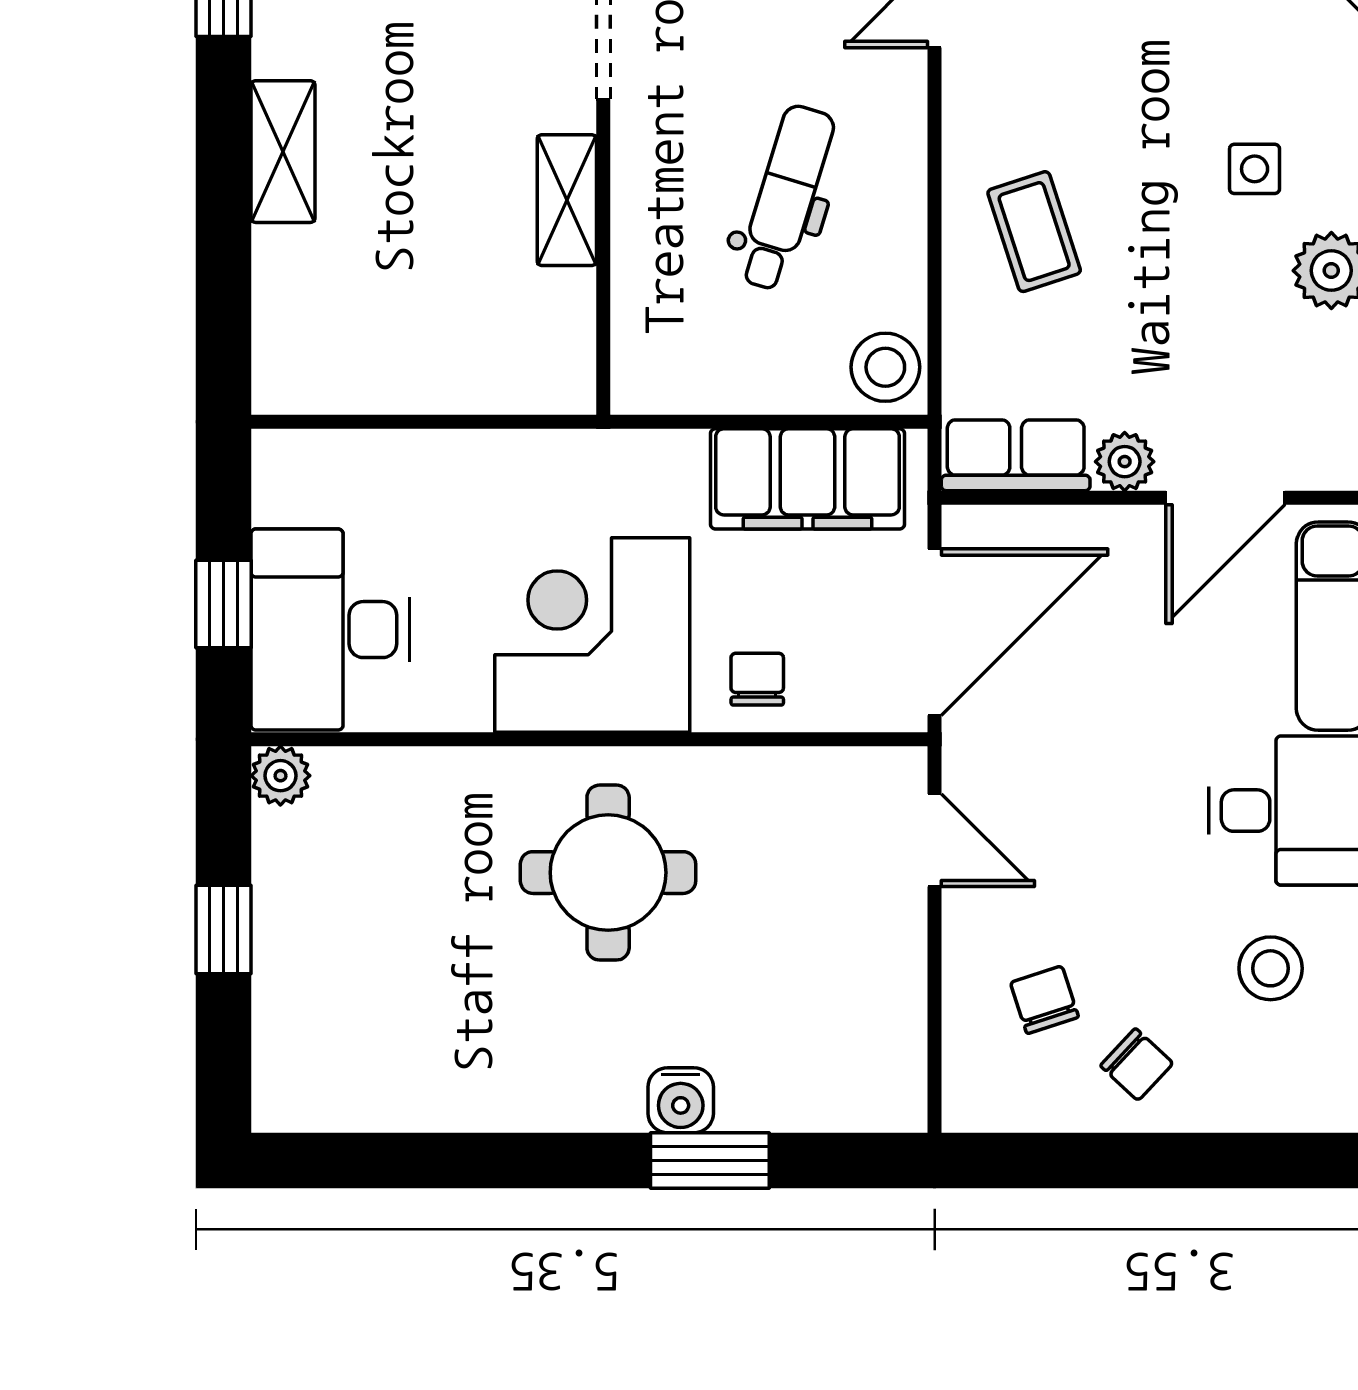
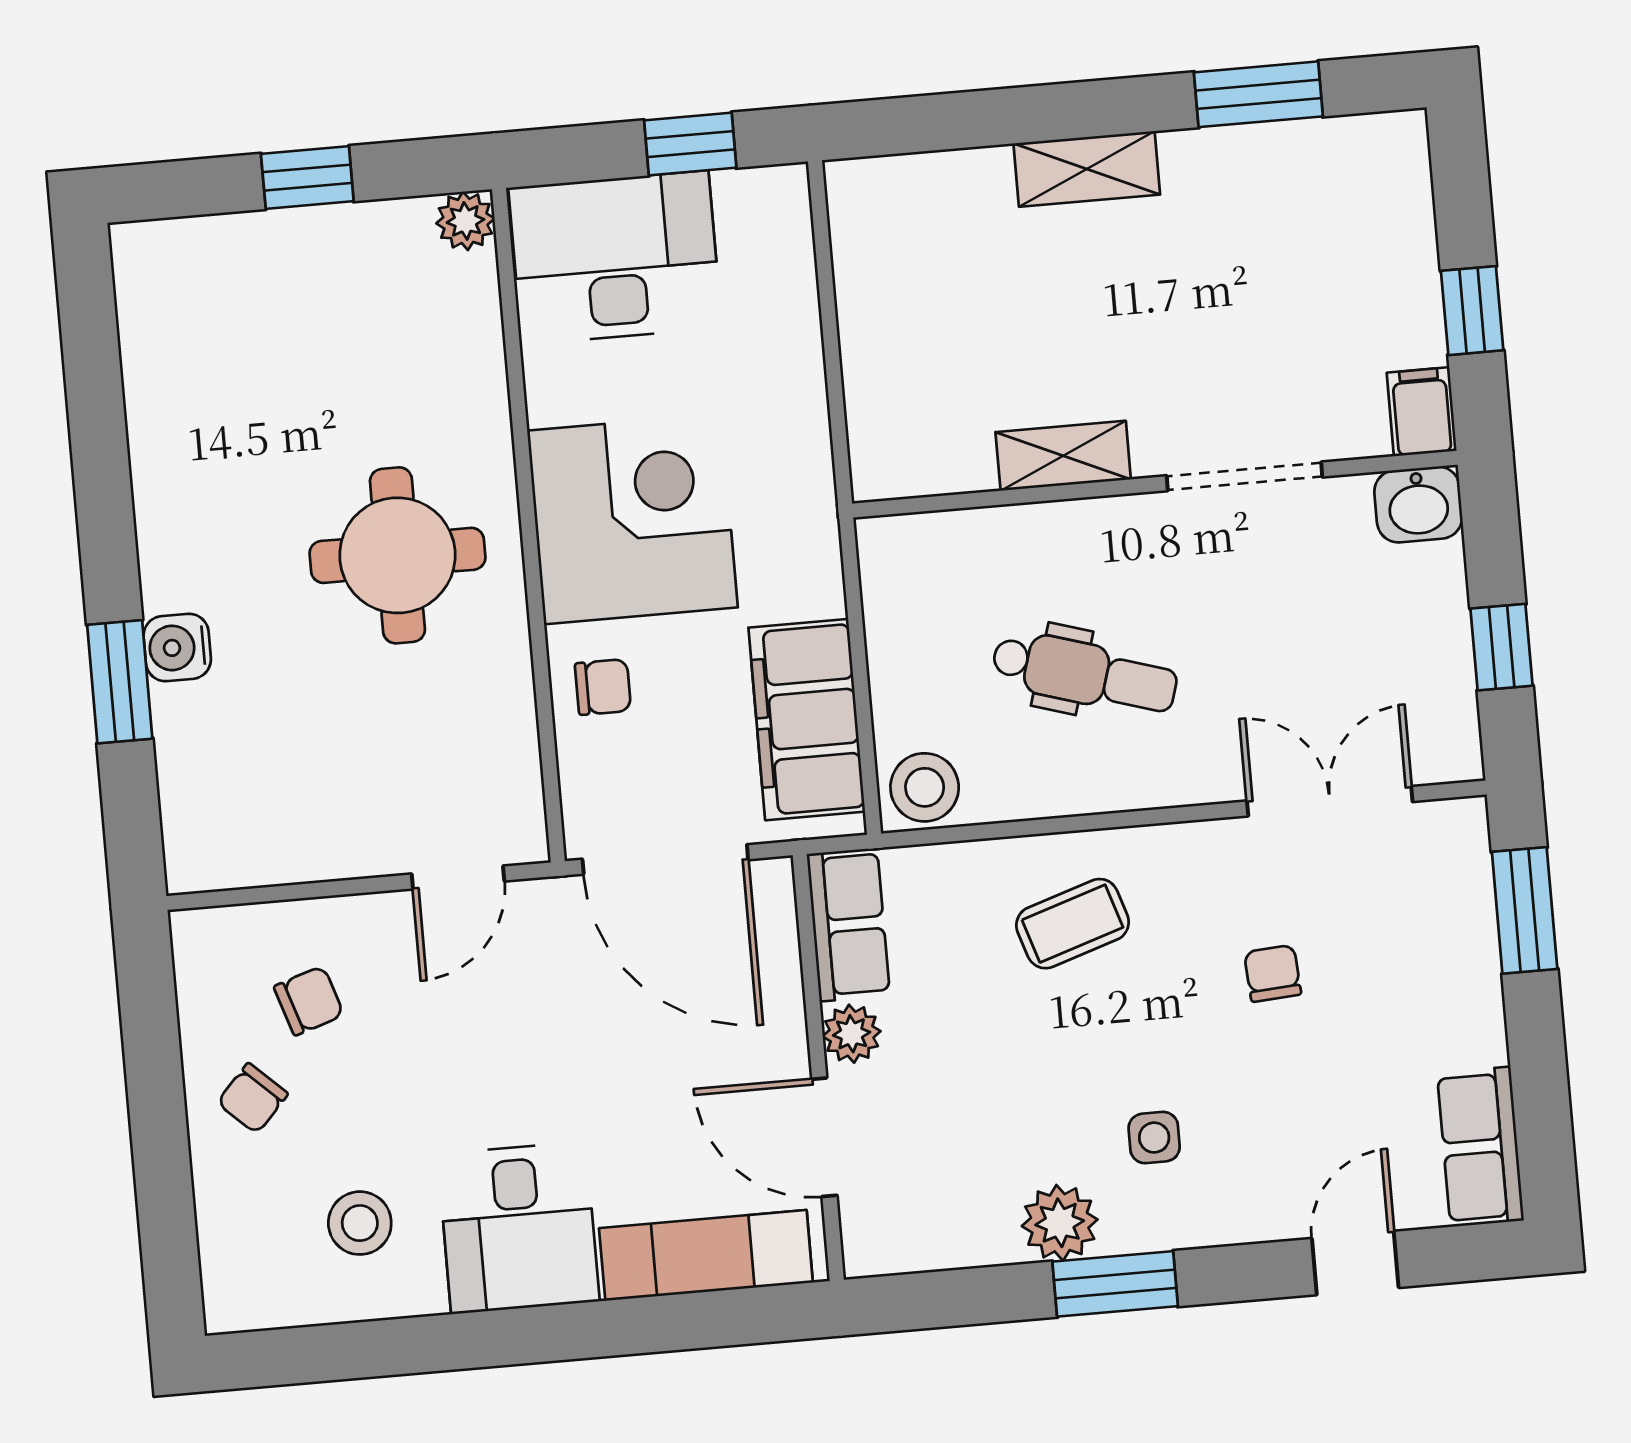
chair: (1101, 36) -> (1273, 973), added
window: (223, 604) -> (690, 144), moved

